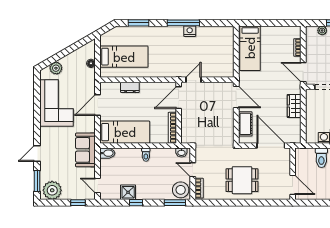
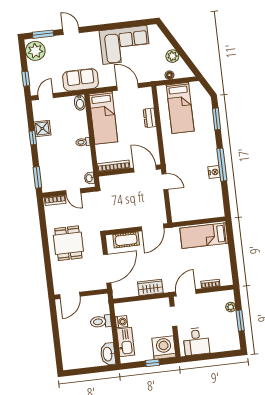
plant: (56, 68) -> (172, 56), moved
door: (193, 170) -> (73, 192), swing flipped
stool: (181, 190) -> (51, 182), removed

